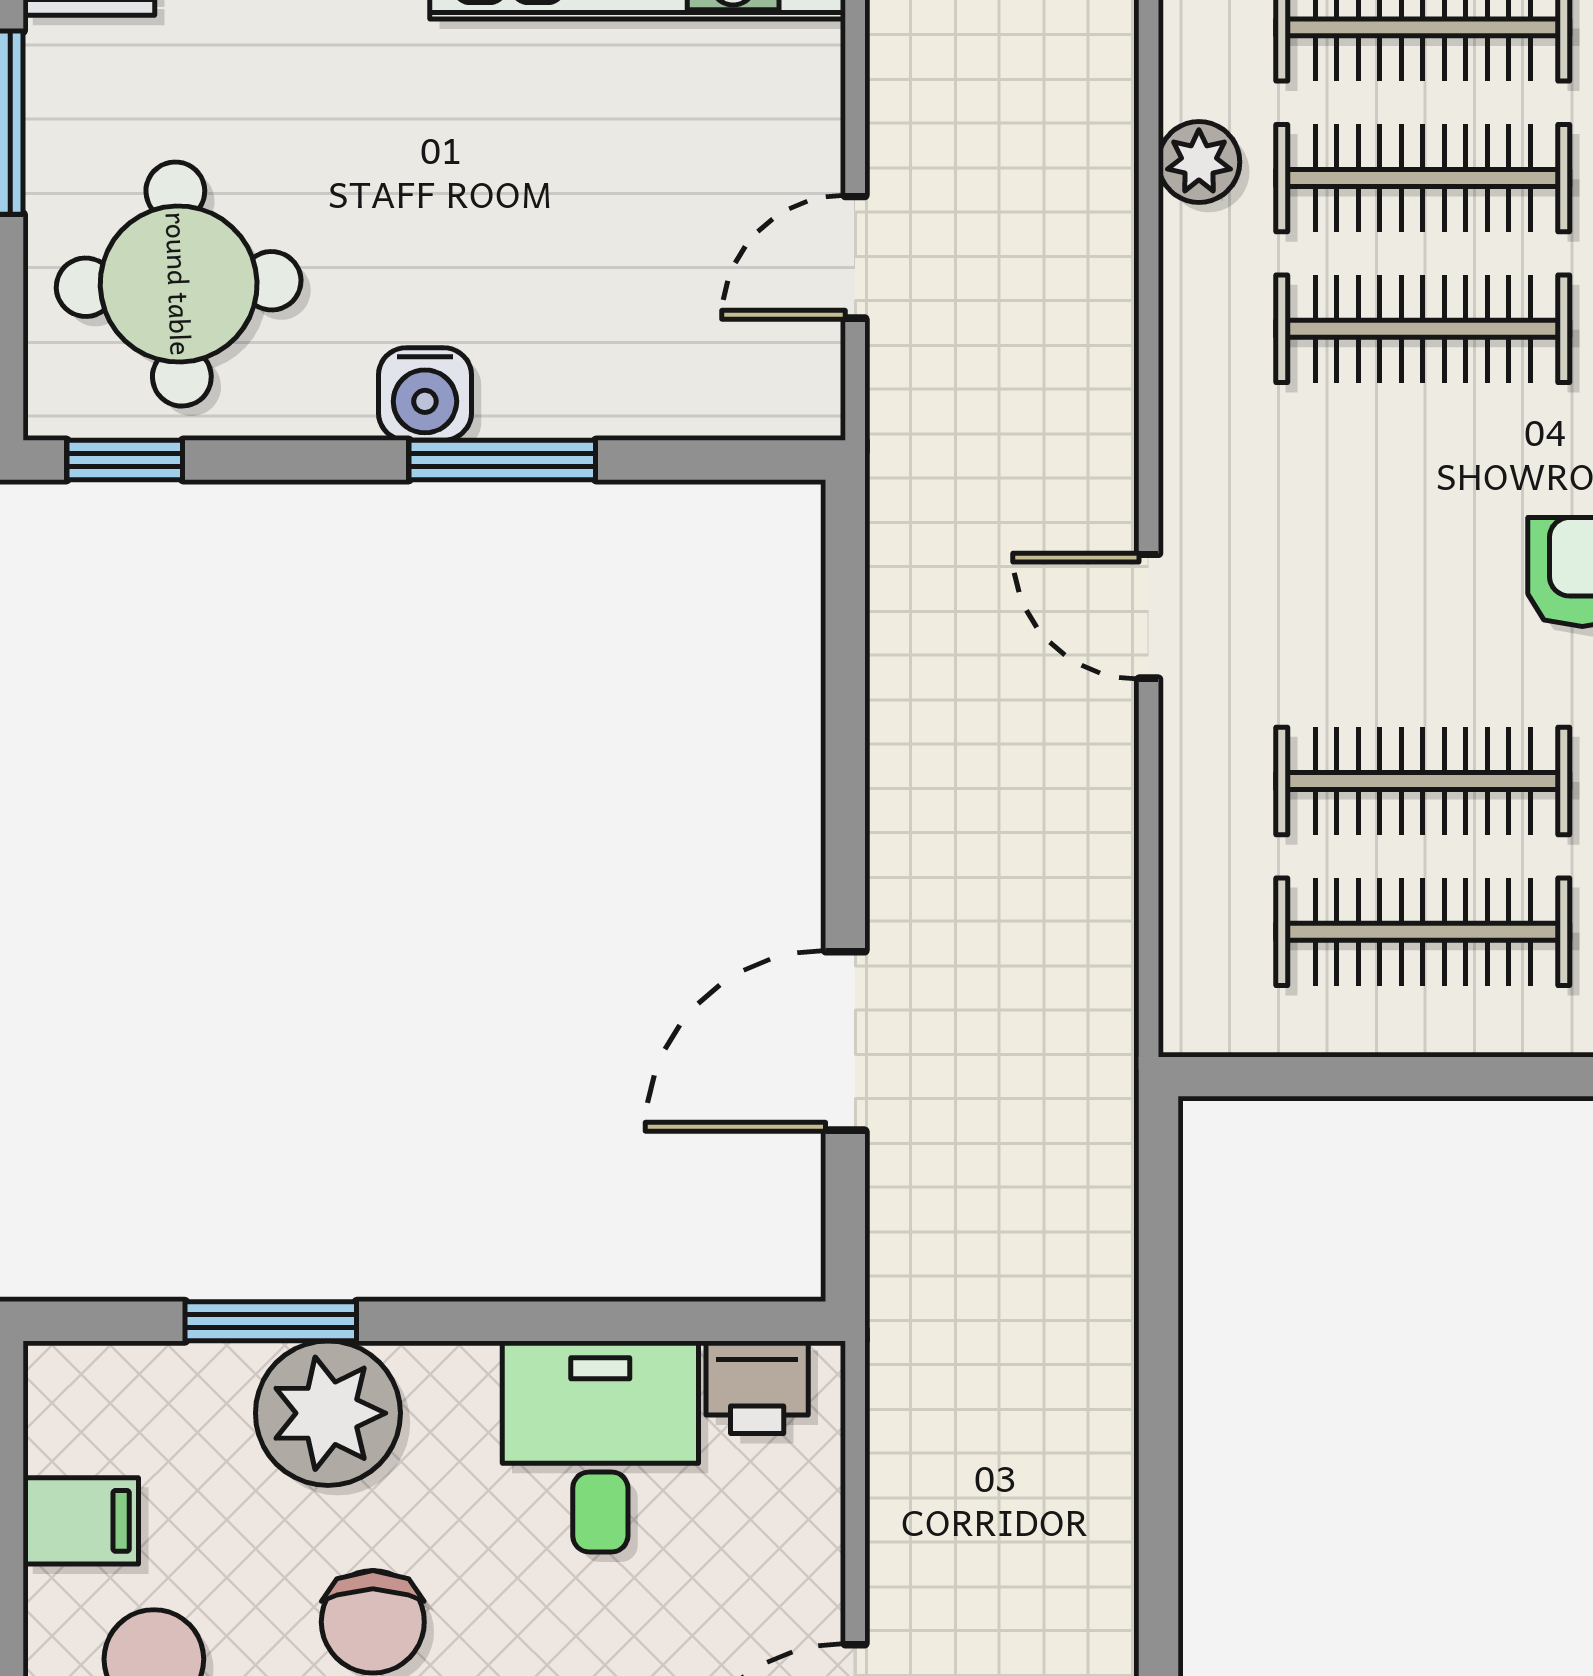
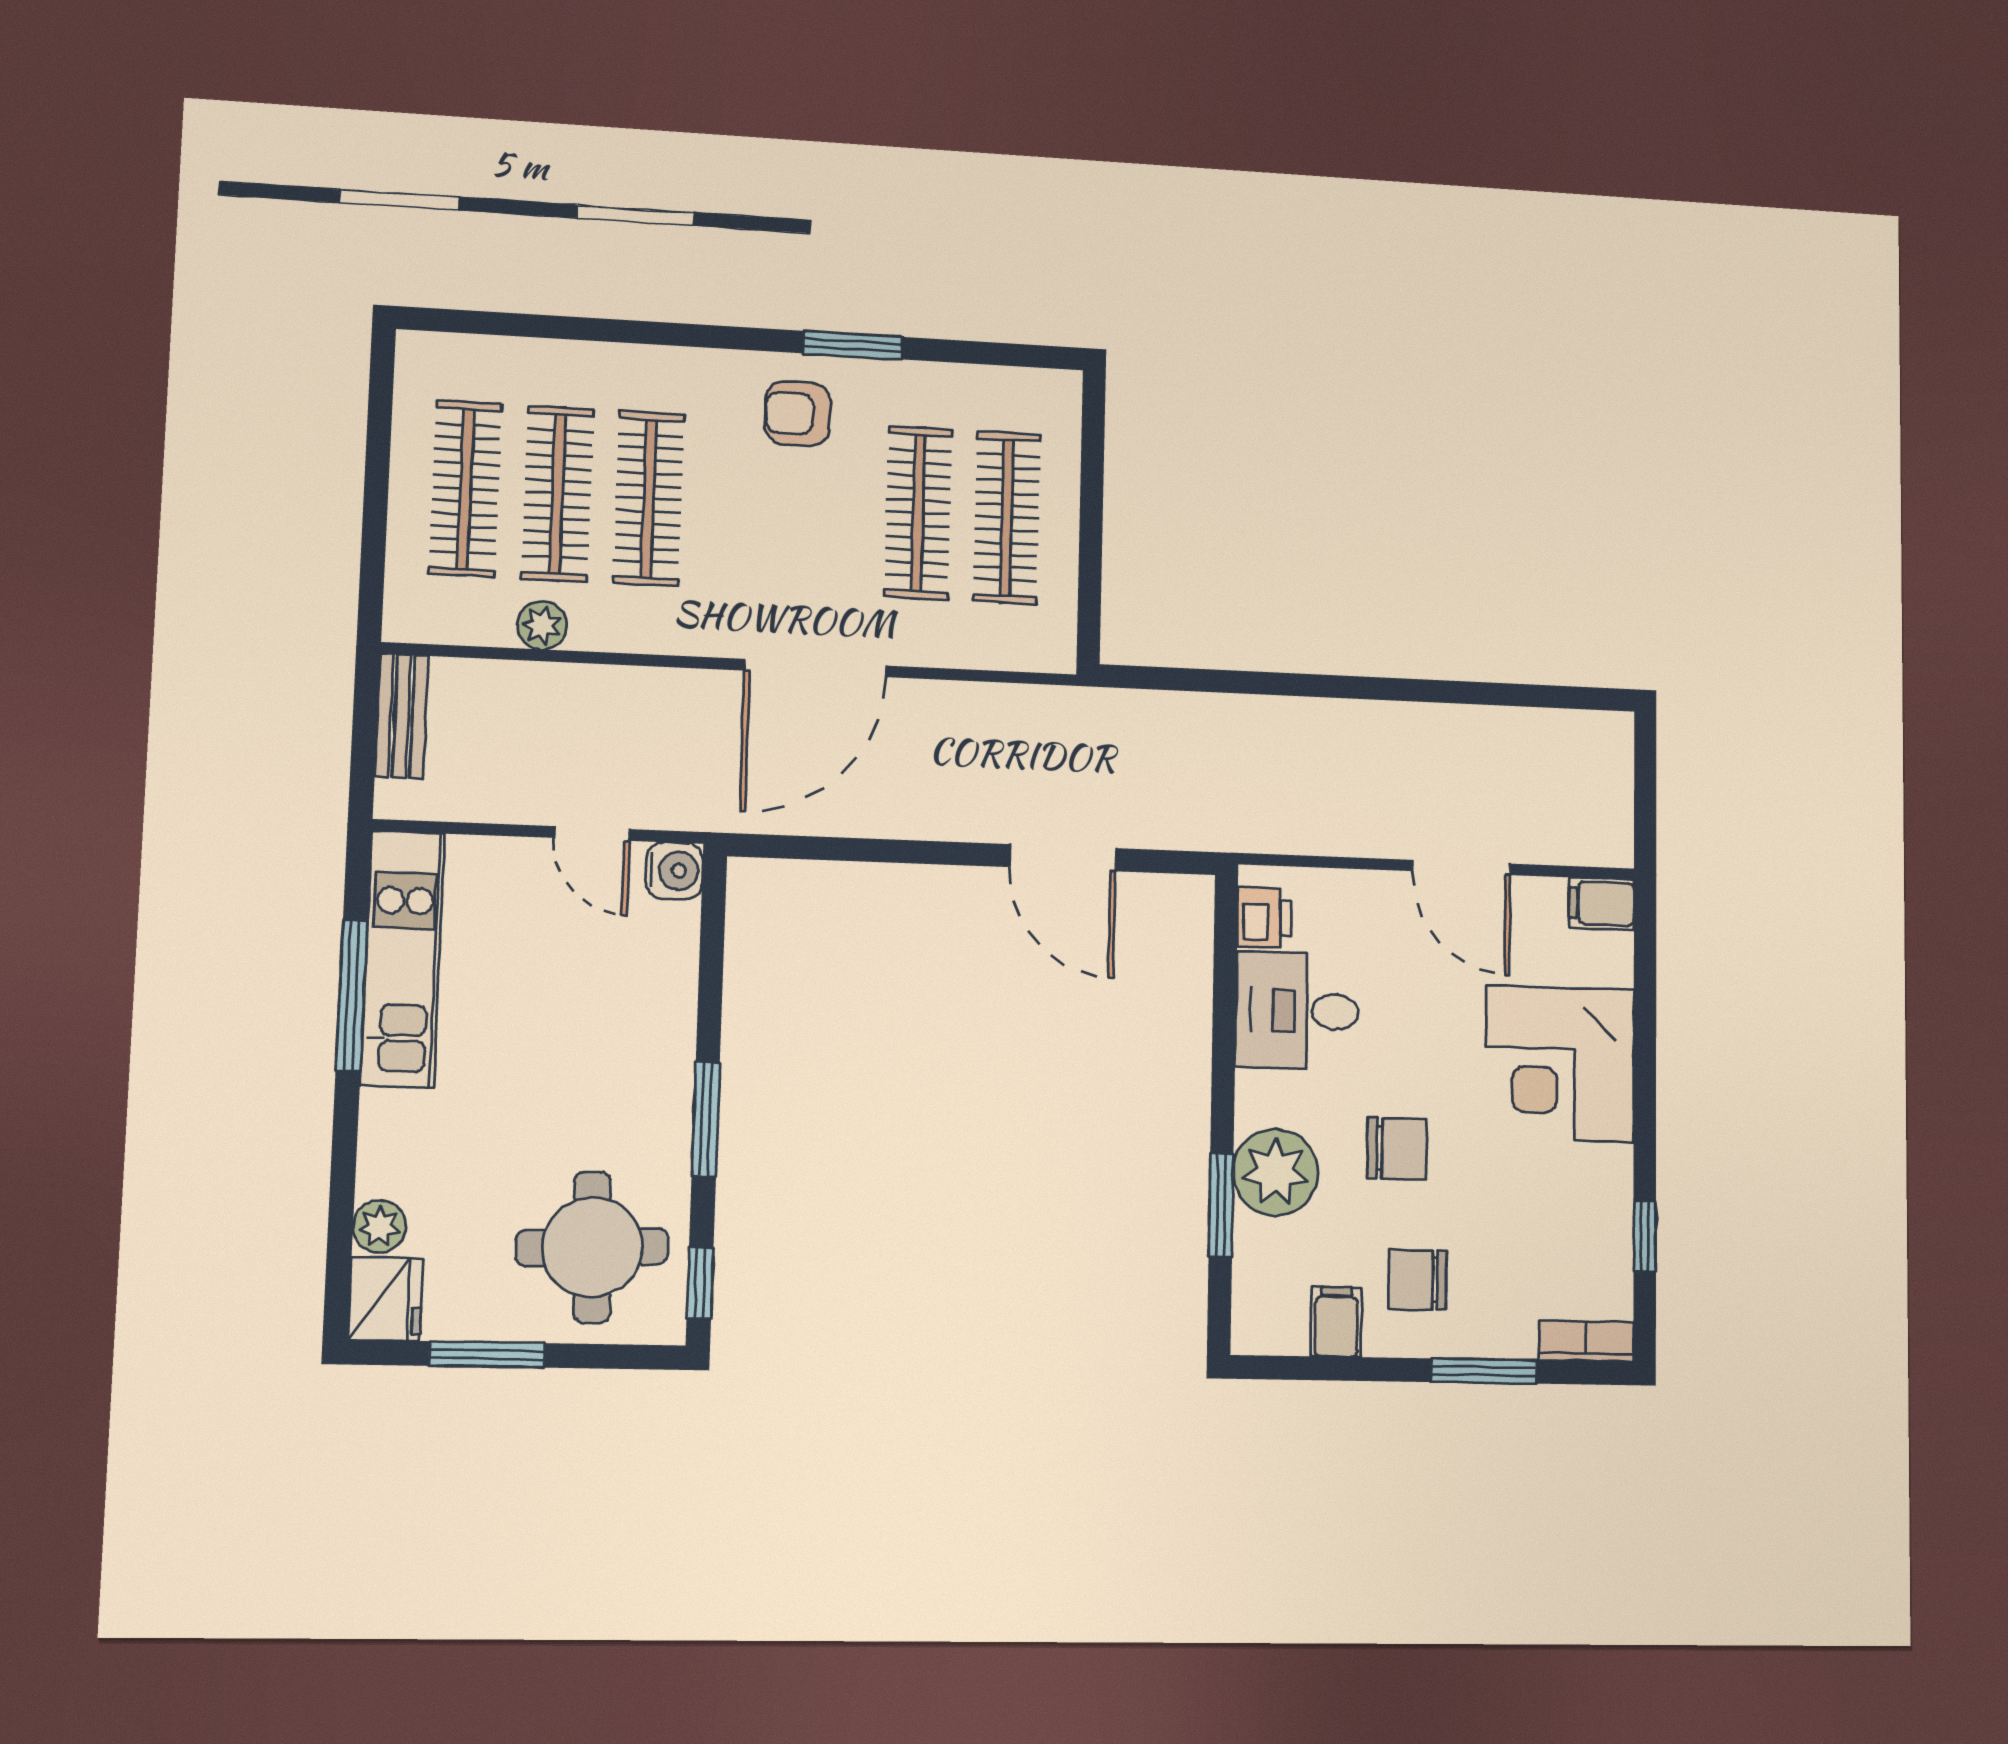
water cooler: (425, 394) -> (674, 871), moved
window: (502, 460) -> (706, 1119), moved
door: (1149, 616) -> (816, 668), width x1.87

